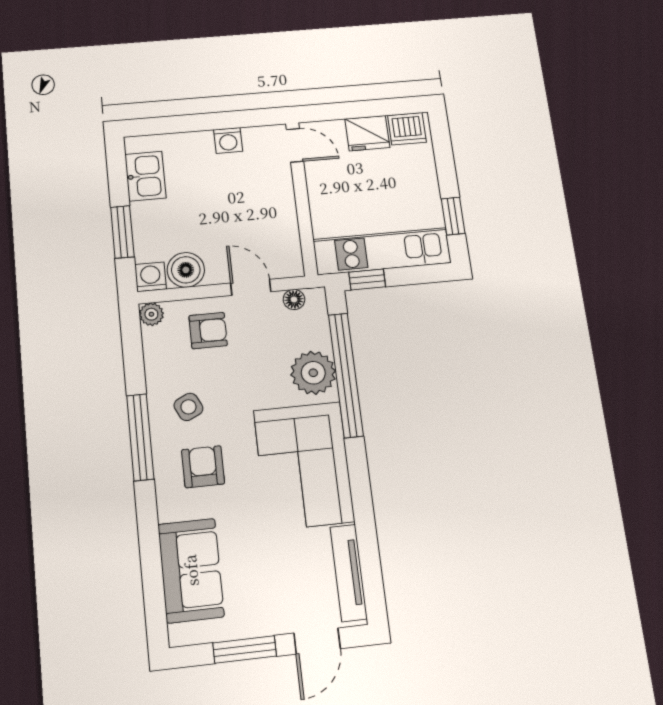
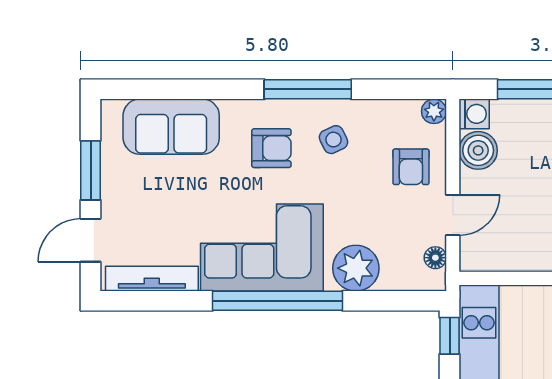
window: (346, 375) -> (278, 301), moved
door: (317, 641) -> (91, 240), hinge flipped

